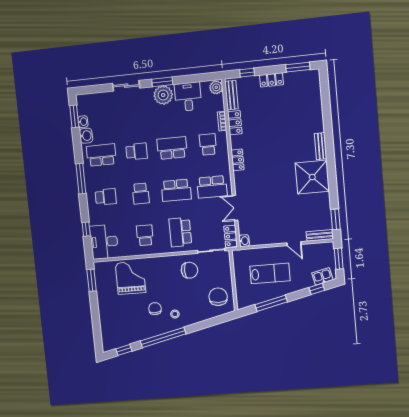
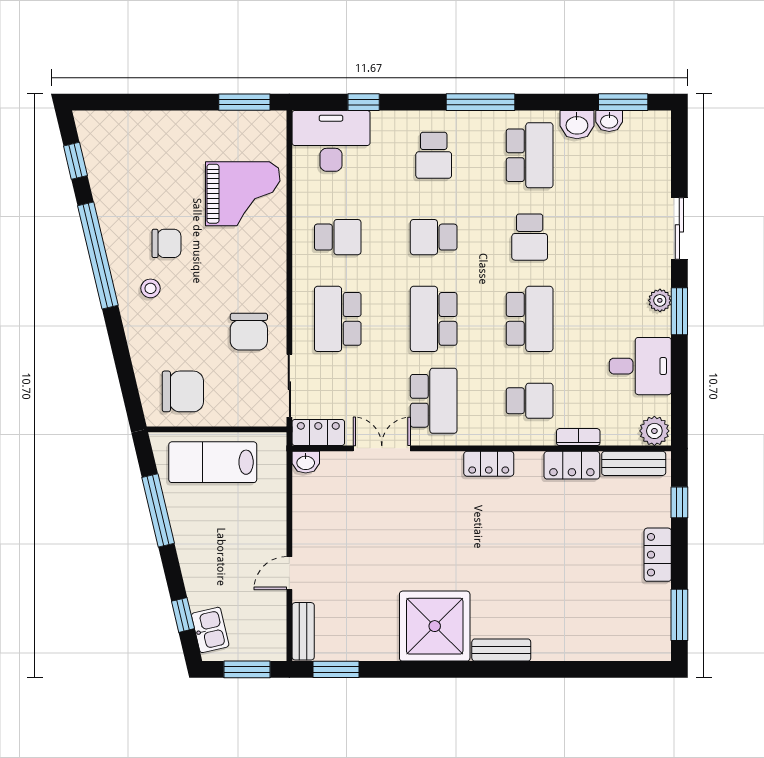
plant: (163, 95) -> (660, 300), width x0.53, depth x0.53
school desk: (212, 187) -> (434, 401), turned 180
school desk: (180, 232) -> (338, 319), turned -90
lab bench: (270, 273) -> (213, 462), moved, turned 90

